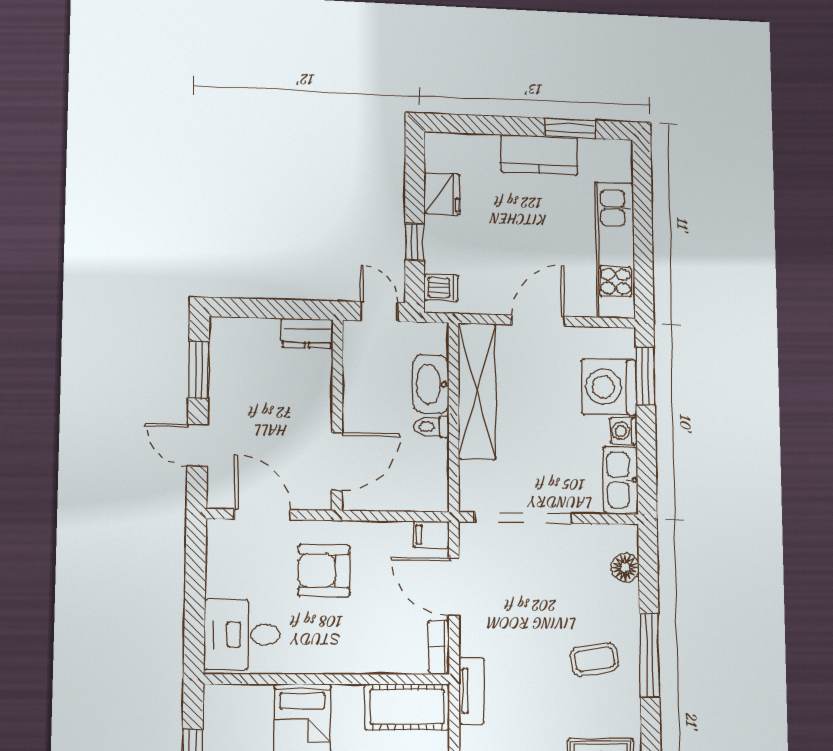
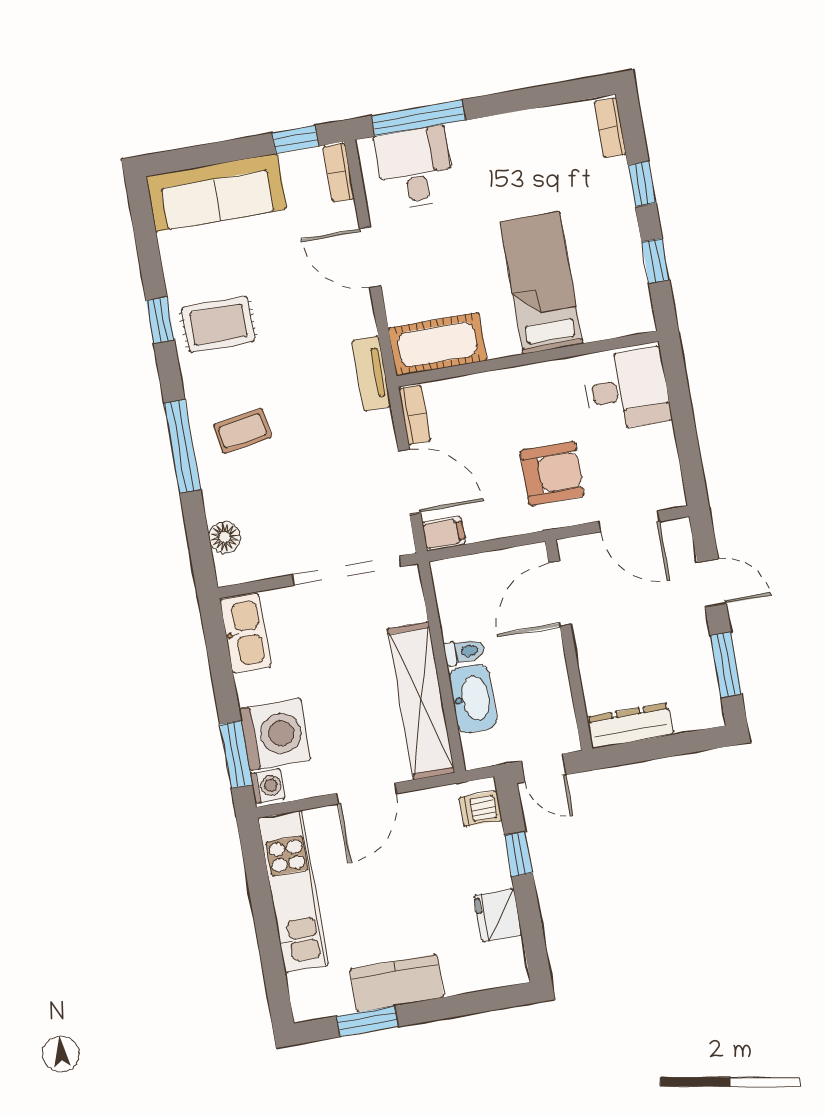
dresser: (307, 333) -> (630, 726), width x1.44
washing machine: (624, 431) -> (268, 786), moved

